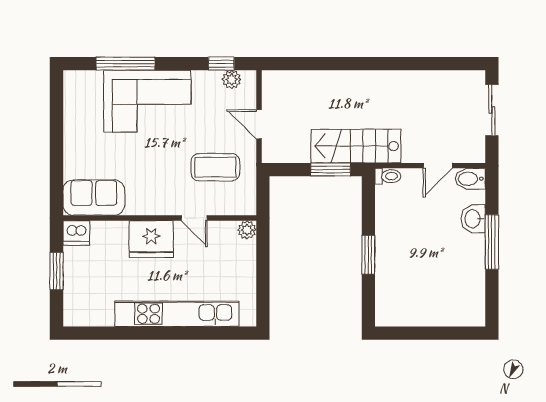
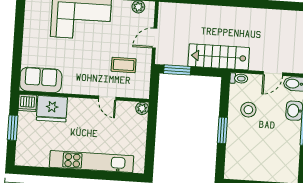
door: (259, 124) -> (155, 38), hinge flipped
coffee table: (215, 167) -> (124, 65), width x0.73, depth x0.77
window: (331, 170) -> (177, 70), moved
stool: (405, 222) -> (248, 110), added
fridge: (151, 239) -> (52, 109), moved

